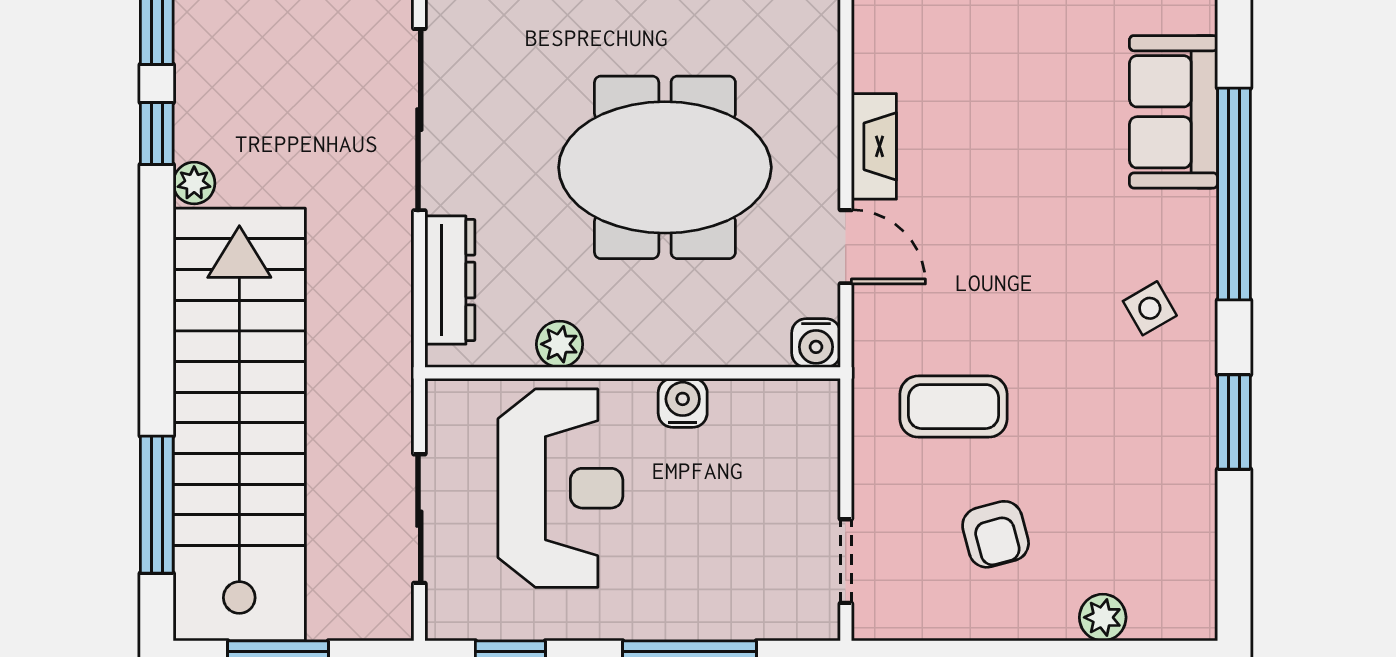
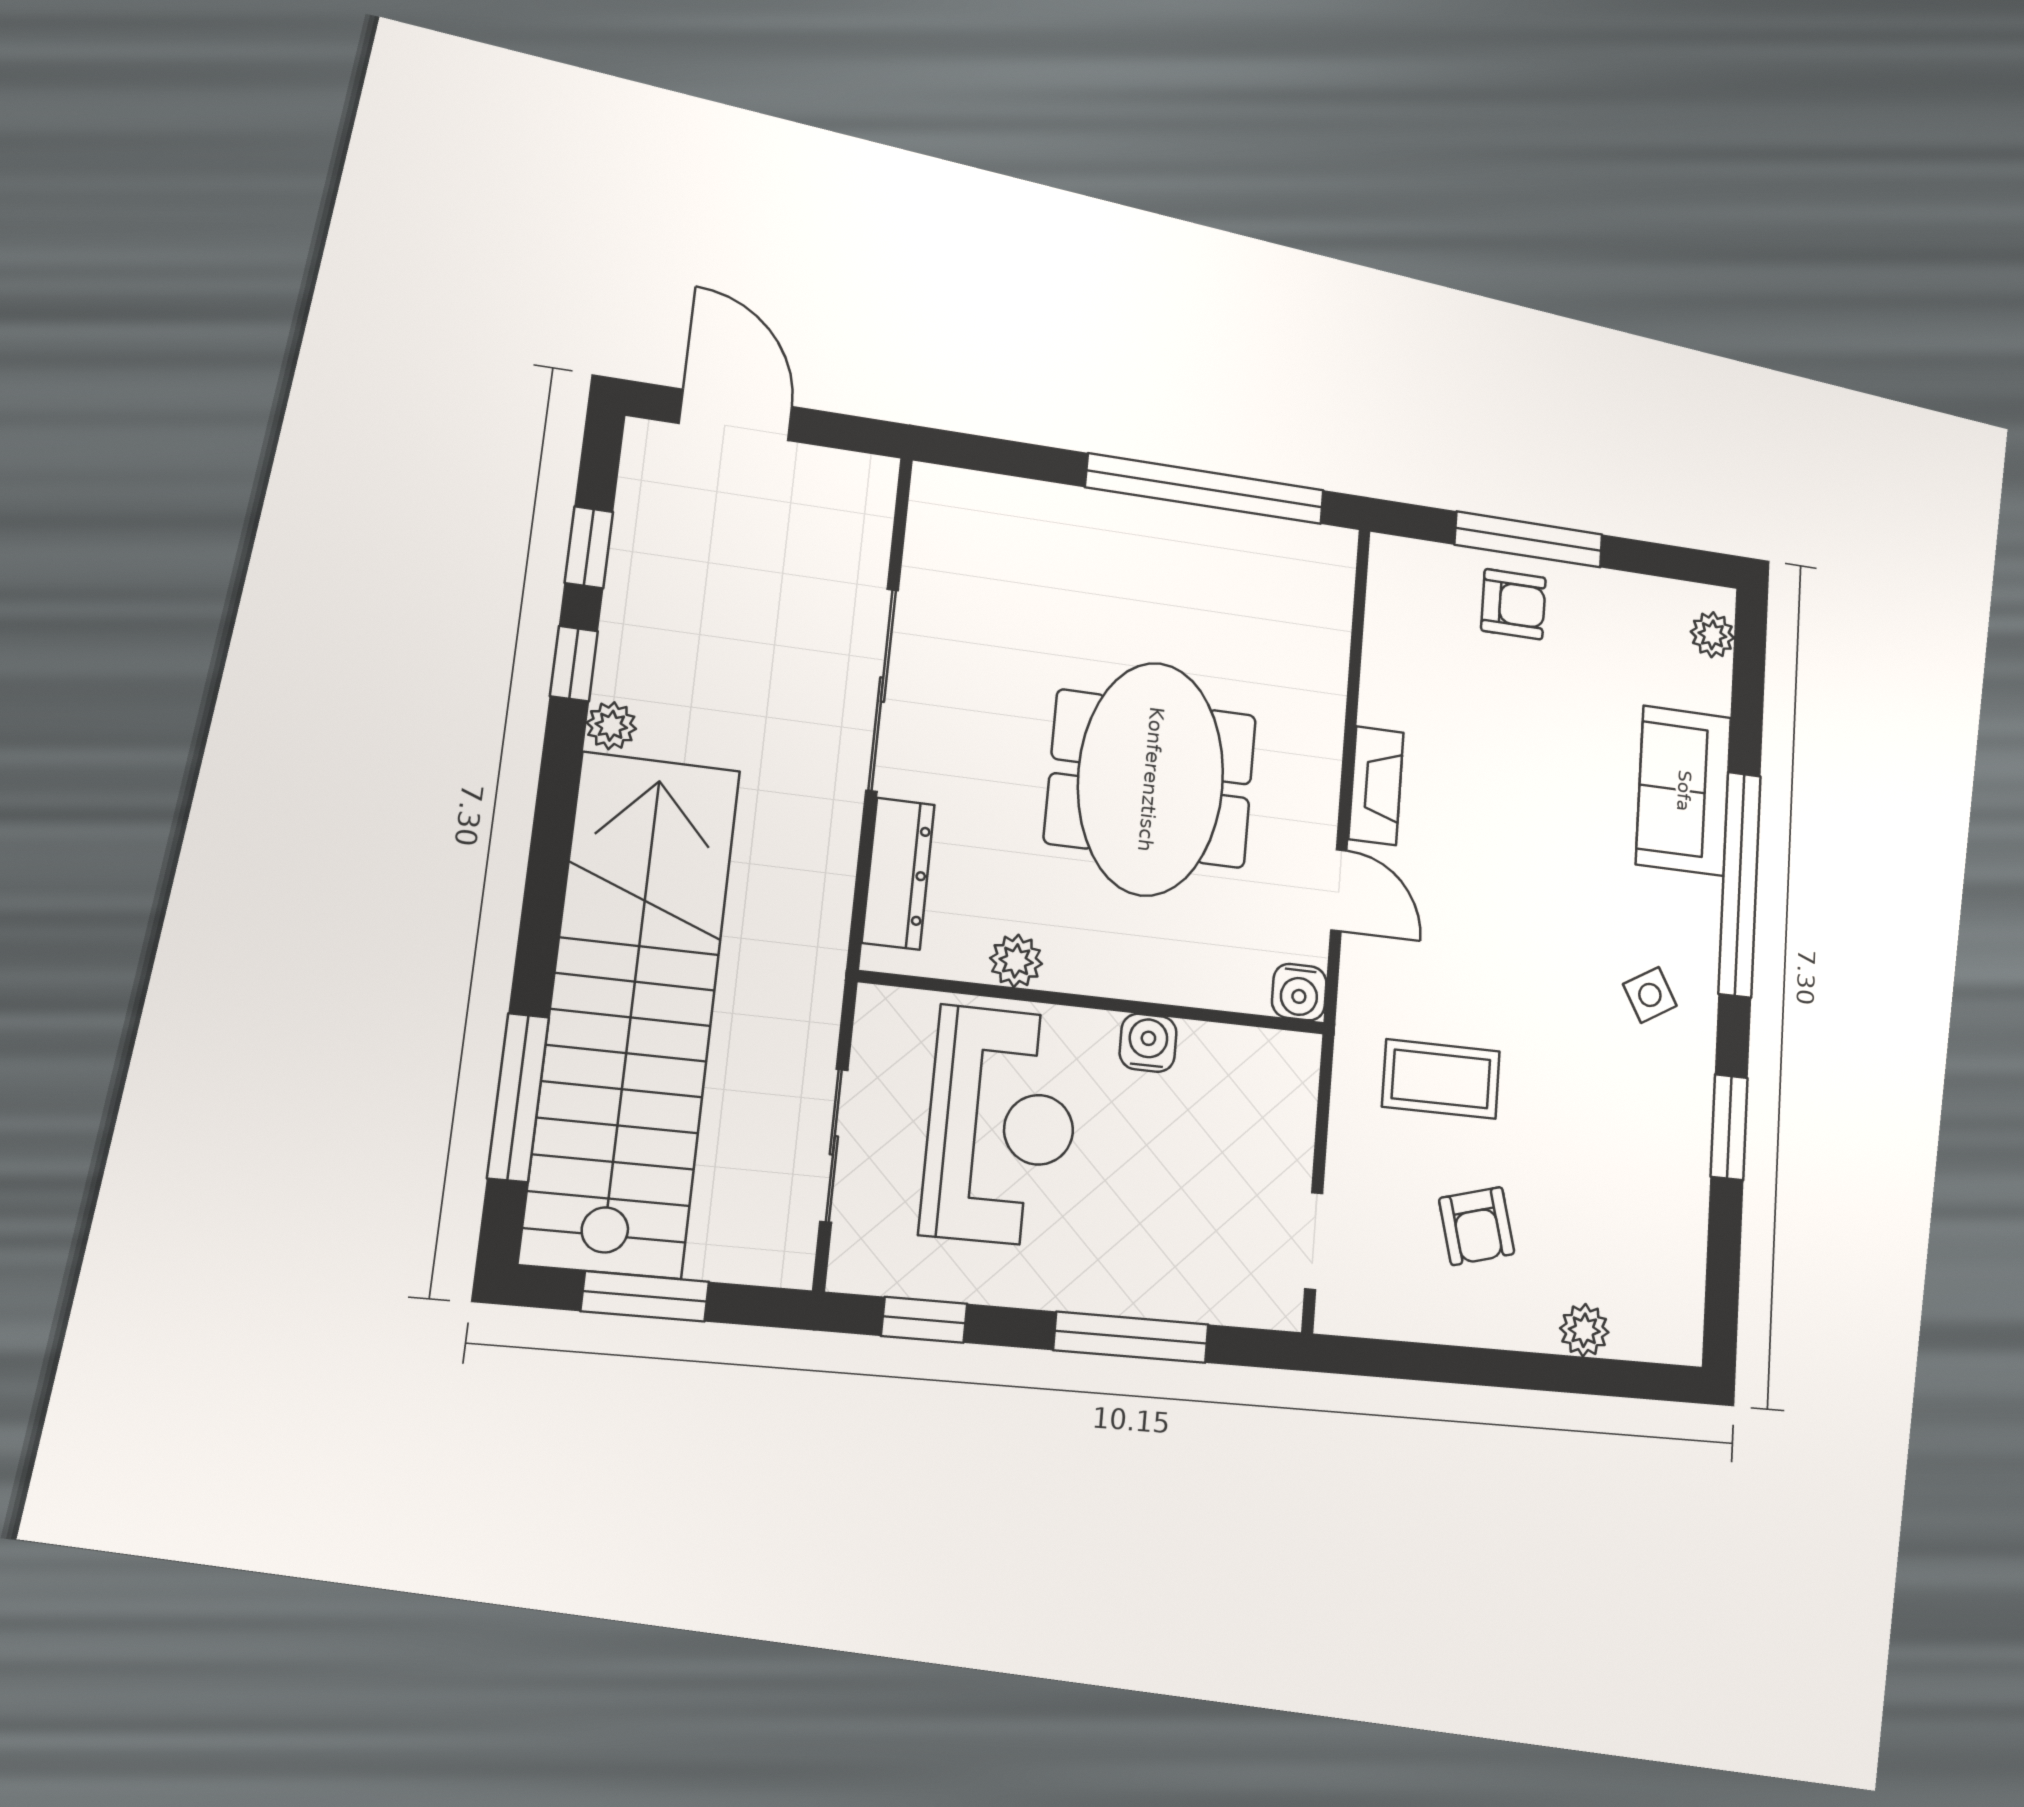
meeting table: (665, 167) -> (1151, 779), turned 90

